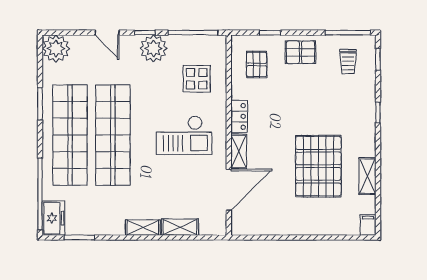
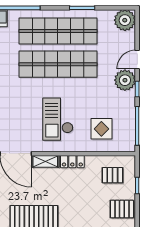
plant: (153, 48) -> (125, 80), moved
pallet: (300, 52) -> (122, 209), turned 90

